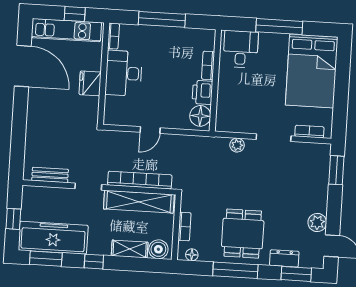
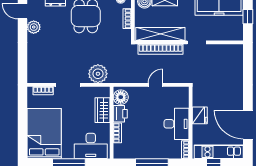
desk: (241, 49) -> (91, 146), width x1.37
wardrobe: (227, 99) -> (103, 110), added
plant: (237, 145) -> (98, 74), width x1.87, depth x1.87
window: (336, 170) -> (22, 65), removed
bench: (50, 175) -> (224, 49), removed

